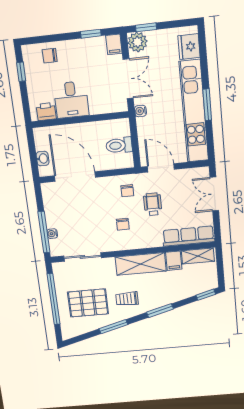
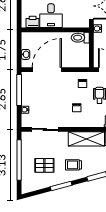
toilet: (119, 145) -> (80, 38), moved
door: (75, 176) -> (47, 70), hinge flipped
window: (44, 232) -> (19, 90), moved
pallet: (88, 303) -> (44, 165), width x0.67, depth x0.71

